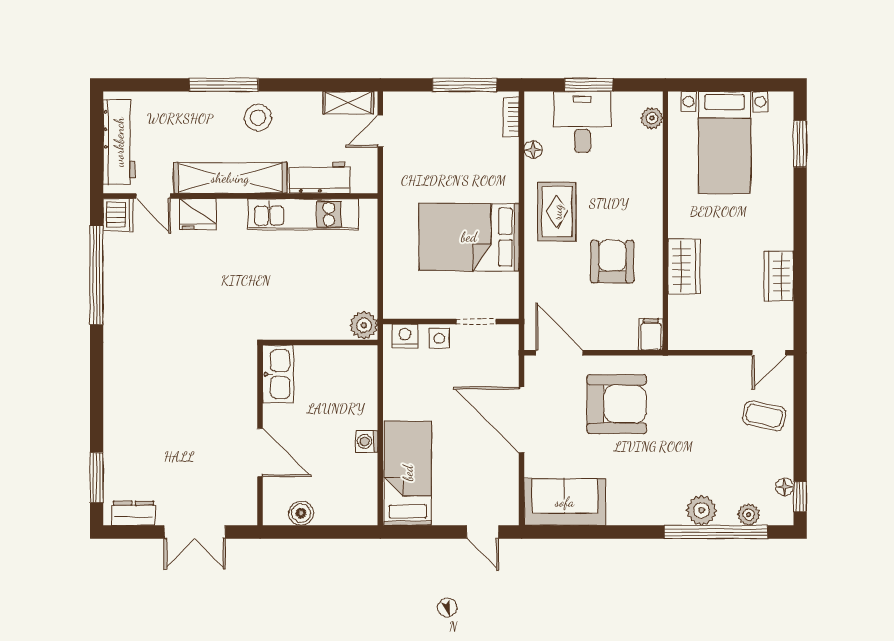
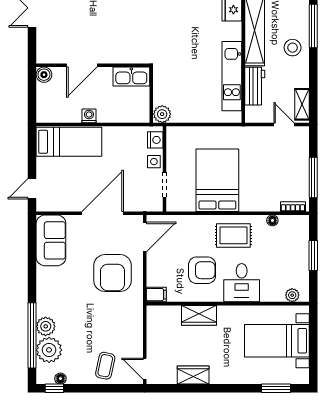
desk: (582, 122) -> (242, 283), moved, turned 90
kitchen sink: (278, 374) -> (131, 77), moved
wall: (260, 435) -> (93, 65), moved
door: (260, 453) -> (82, 65), moved
plant: (749, 515) -> (49, 350), width x1.87, depth x1.87

